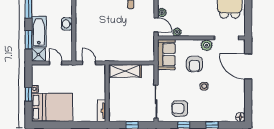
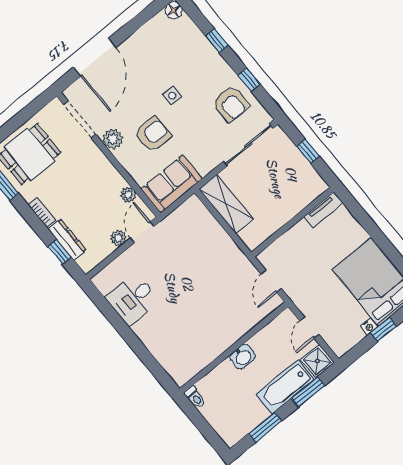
shelving: (125, 71) -> (226, 204), moved

